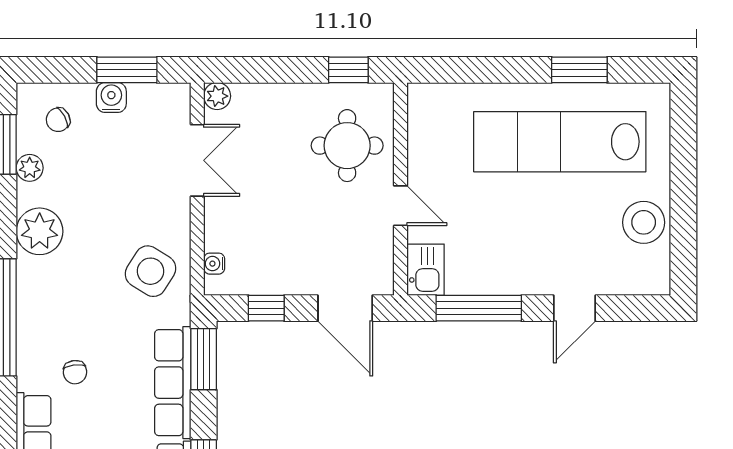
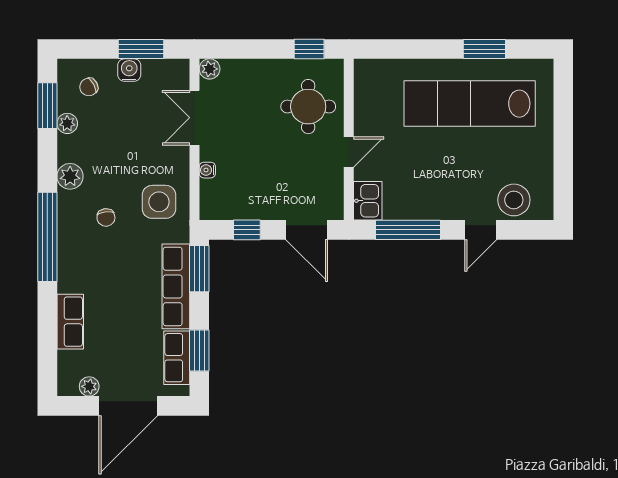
double door: (197, 160) -> (194, 118), swing flipped
door: (401, 206) -> (349, 152), hinge flipped
stool: (644, 222) -> (514, 200), moved
plant: (40, 231) -> (70, 176), width x0.73, depth x0.73
water cooler: (214, 264) -> (207, 170), moved
side table: (150, 271) -> (159, 202), turned -32
chair: (75, 372) -> (106, 217), moved

